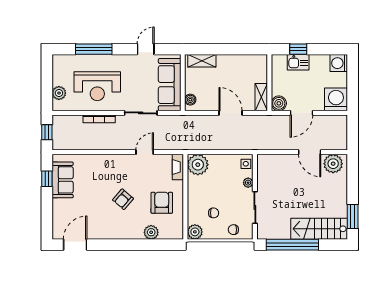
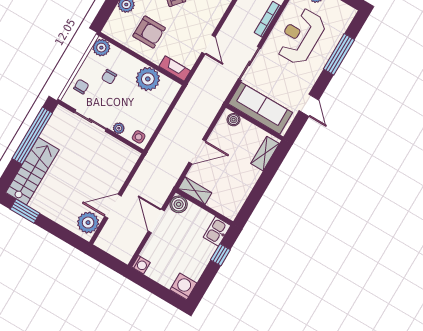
kitchen sink: (298, 62) -> (217, 231), moved
washing machine: (336, 99) -> (141, 265), width x0.53, depth x0.53
plant: (198, 165) -> (148, 79), moved

